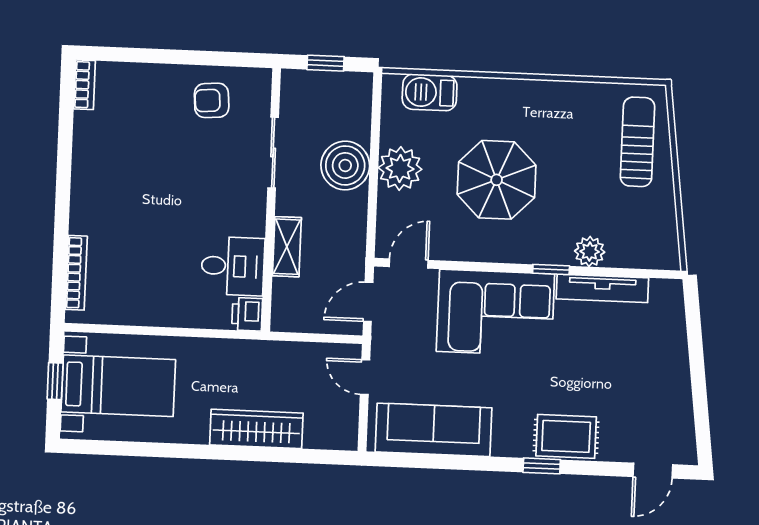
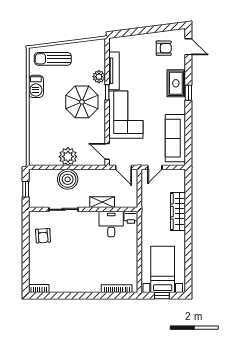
barbecue: (430, 92) -> (36, 86), moved
parasol: (497, 180) -> (82, 102), moved
armchair: (652, 411) -> (164, 48), added

